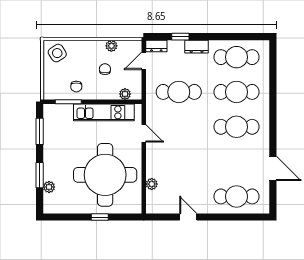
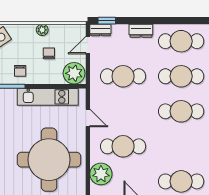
window: (180, 37) -> (107, 21), moved
plant: (111, 46) -> (42, 30), moved
plant: (125, 94) -> (74, 73), width x1.88, depth x1.88
cafe table: (179, 162) -> (123, 146), added
plant: (152, 184) -> (101, 174), width x1.88, depth x1.88

